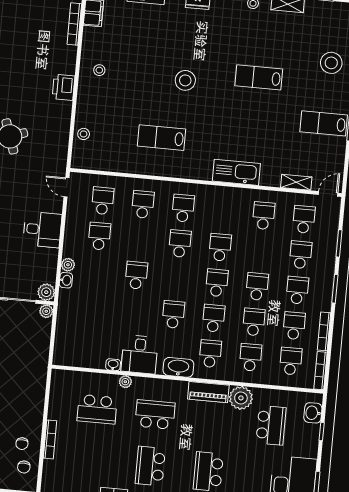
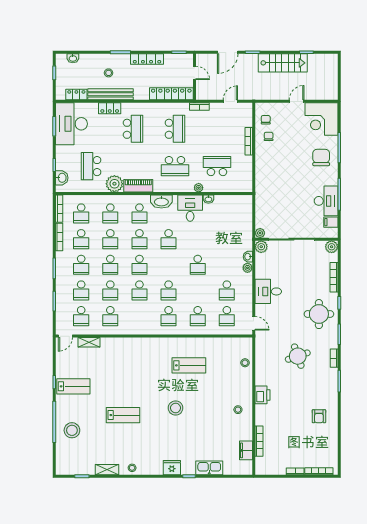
kitchen sink: (236, 172) -> (133, 345), removed
school desk: (260, 251) -> (110, 290), added

